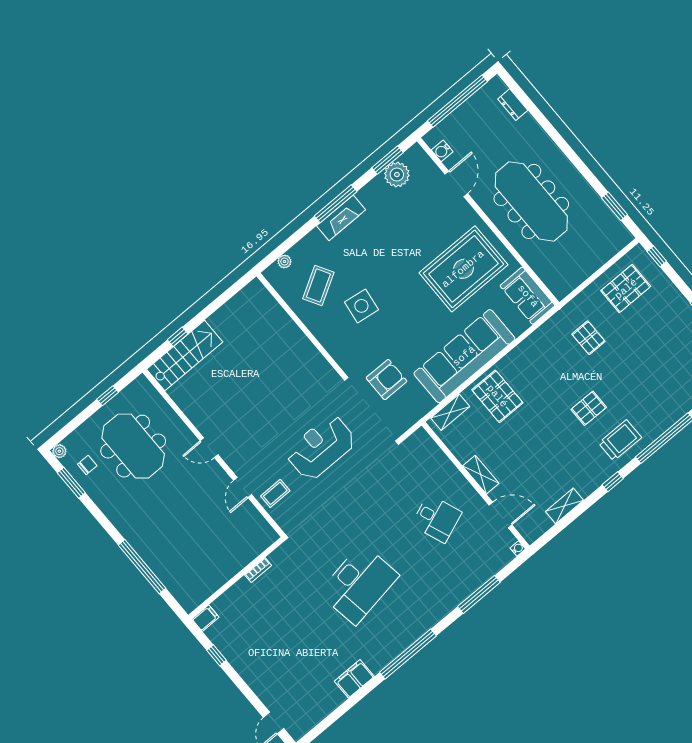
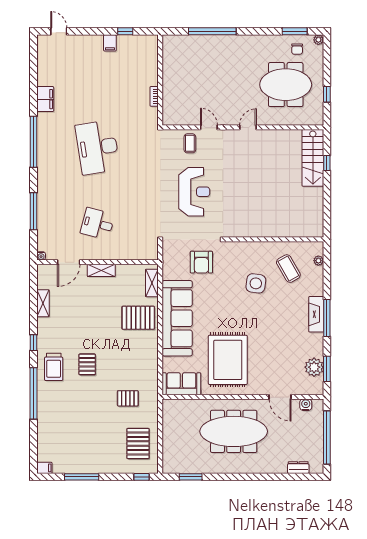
desk: (436, 519) -> (97, 224), turned 36
filing cabinet: (205, 618) -> (110, 43), moved

